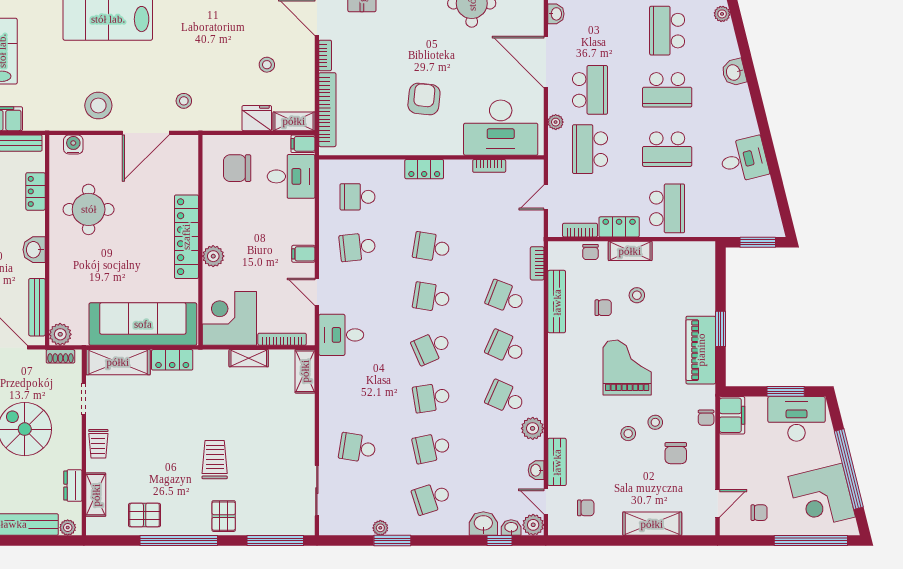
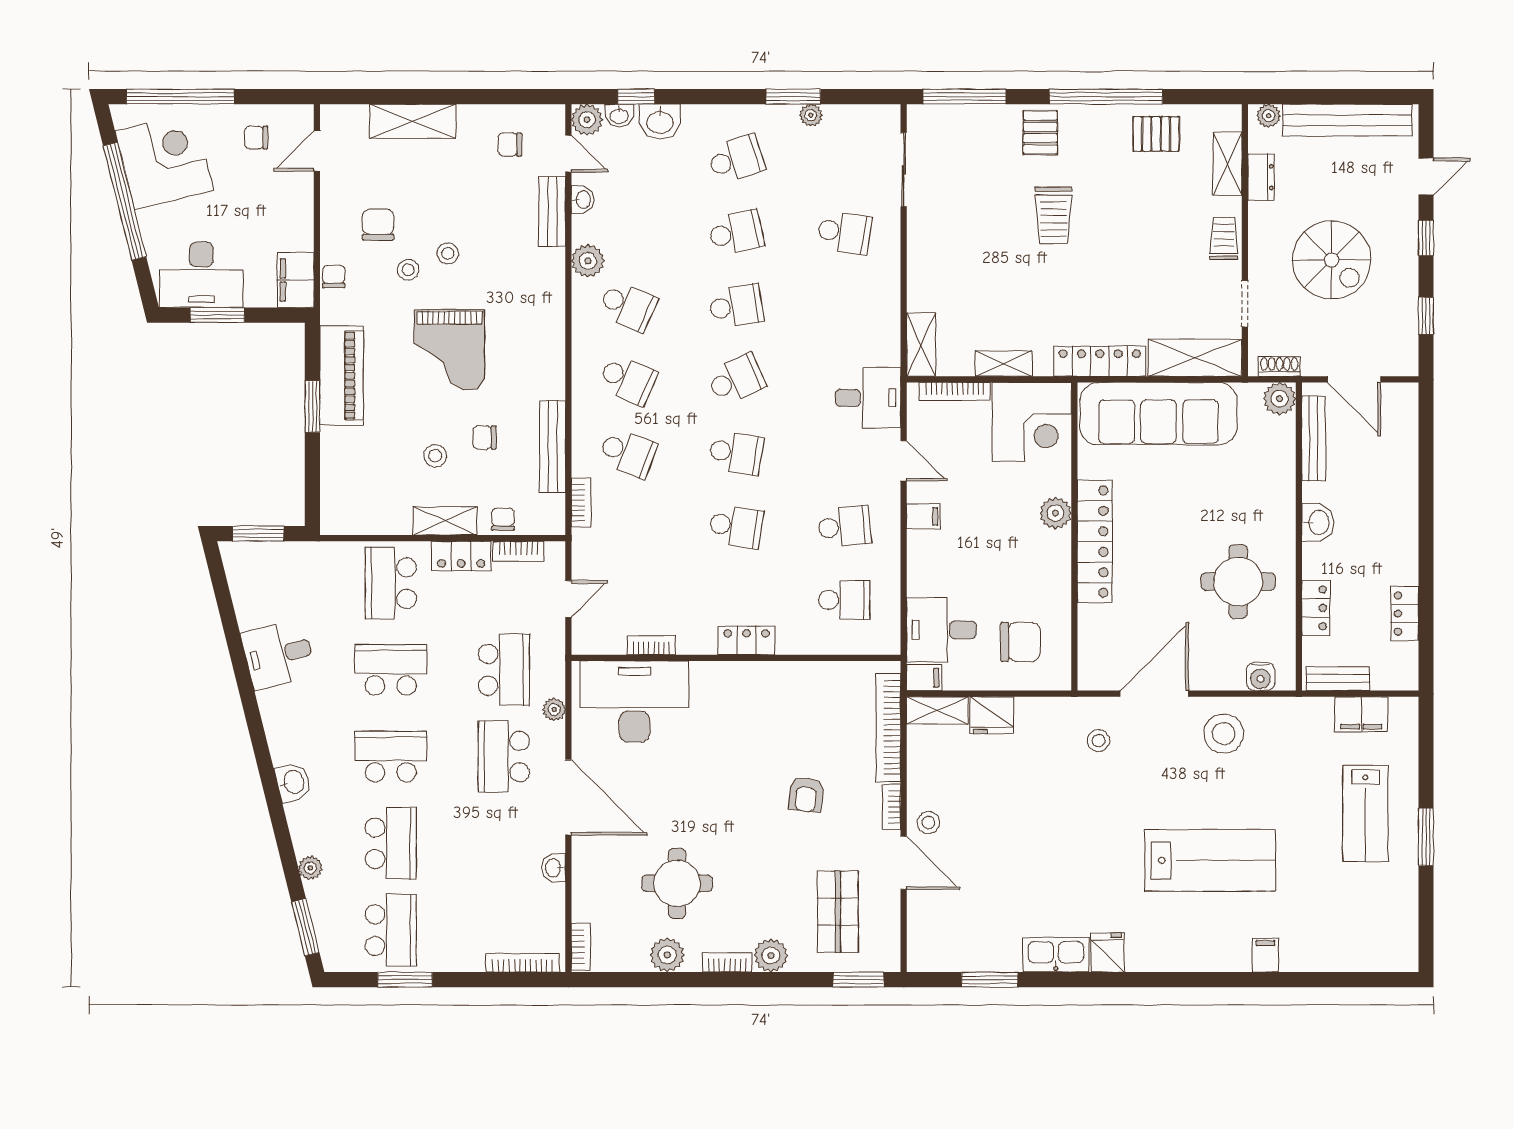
stool: (267, 65) -> (928, 823), moved
armchair: (424, 99) -> (806, 795), moved, width x0.72, depth x0.72
locker: (172, 360) -> (1100, 361), width x1.53

